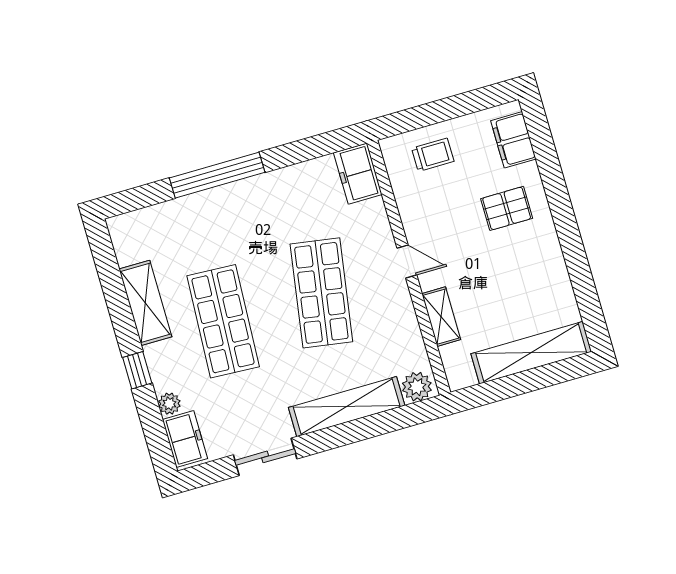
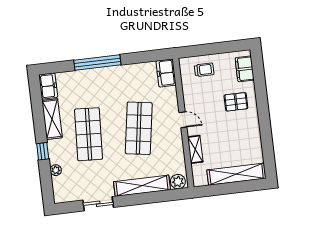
freezer: (185, 439) -> (48, 86), moved

